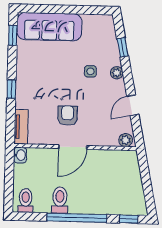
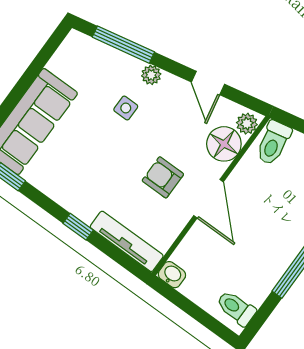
window: (123, 47) -> (123, 45), width x2.17
tv unit: (21, 127) -> (127, 241), width x1.41
floor lamp: (107, 135) -> (224, 144), added
toilet: (60, 200) -> (273, 143), moved, turned -102

